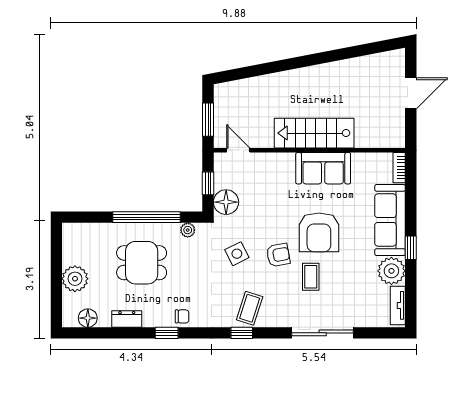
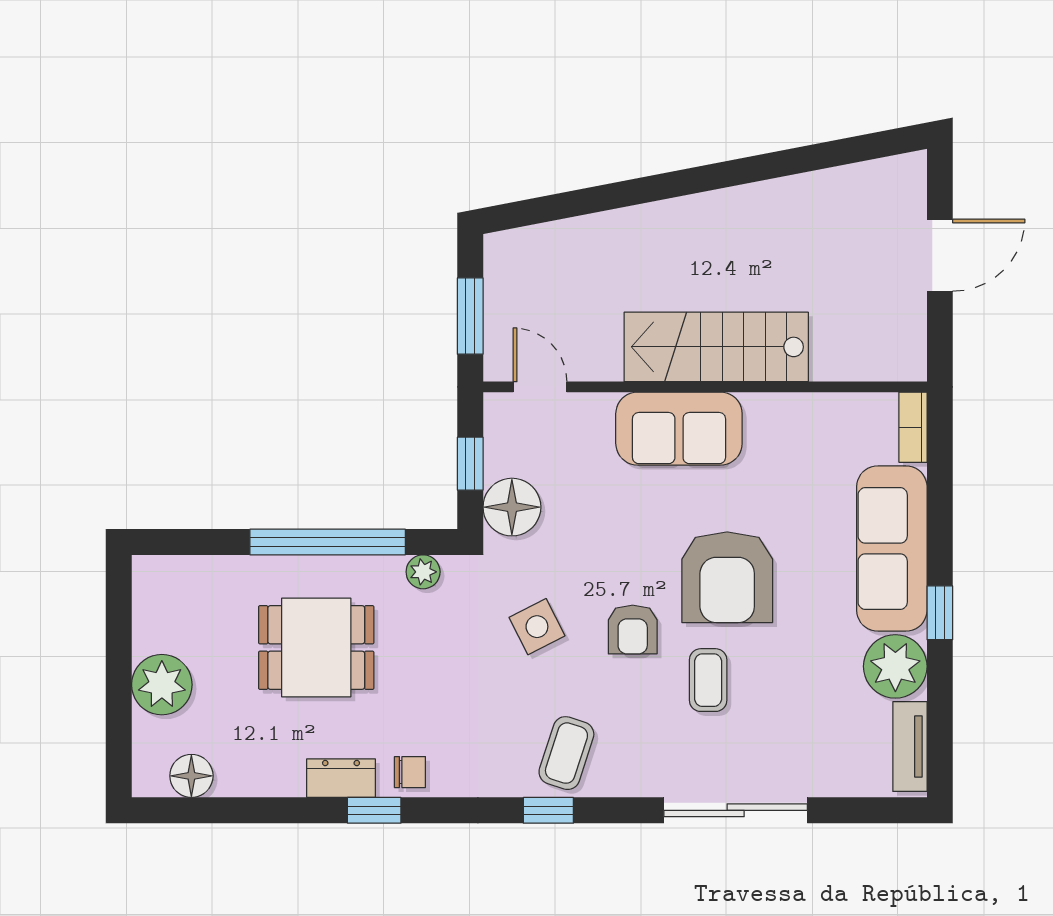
sofa: (323, 168) -> (679, 429), moved
armchair: (278, 255) -> (633, 630), turned 100
dresser: (127, 319) -> (341, 778), moved

